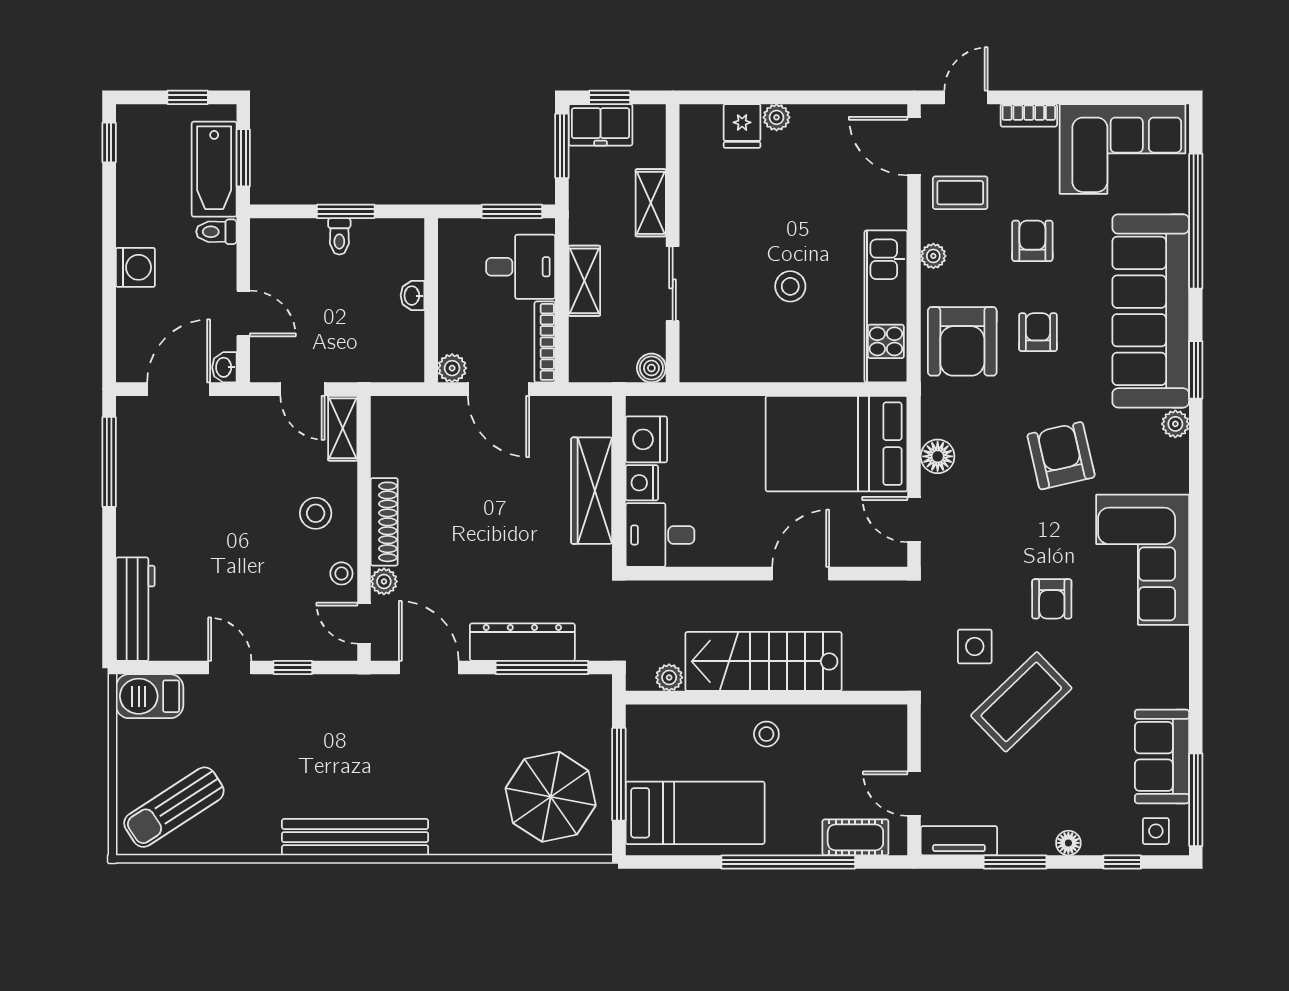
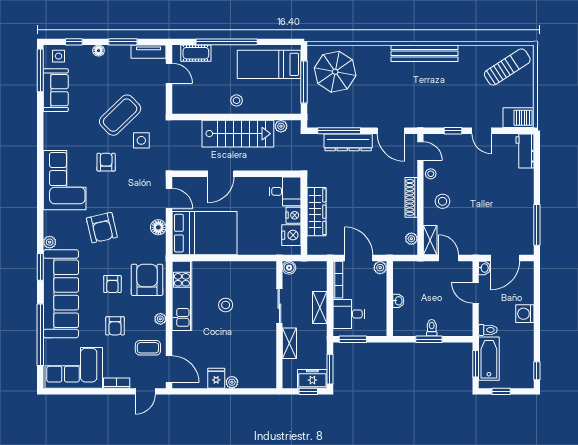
fridge: (742, 126) -> (216, 378), moved
plant: (384, 581) -> (411, 239), moved
workbench: (135, 609) -> (525, 151), width x0.73

